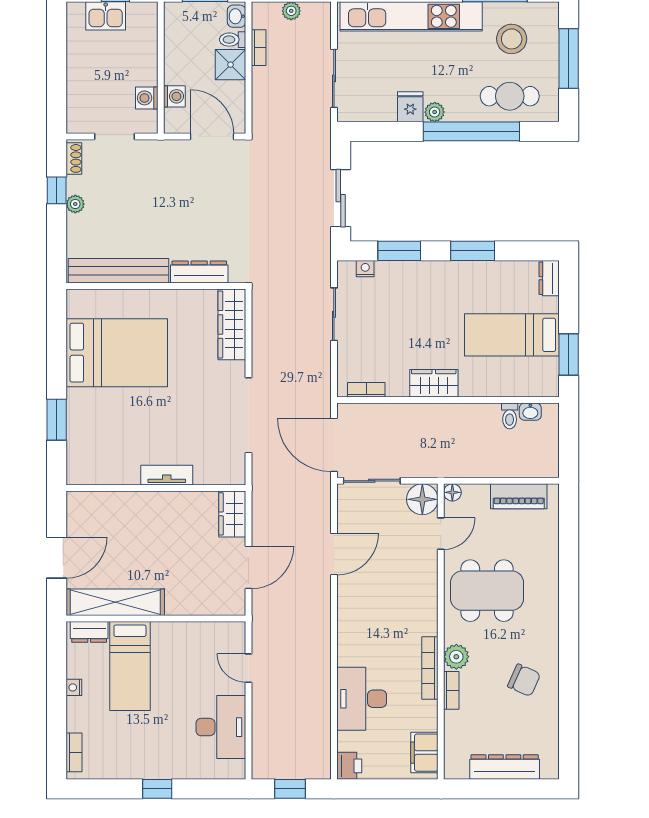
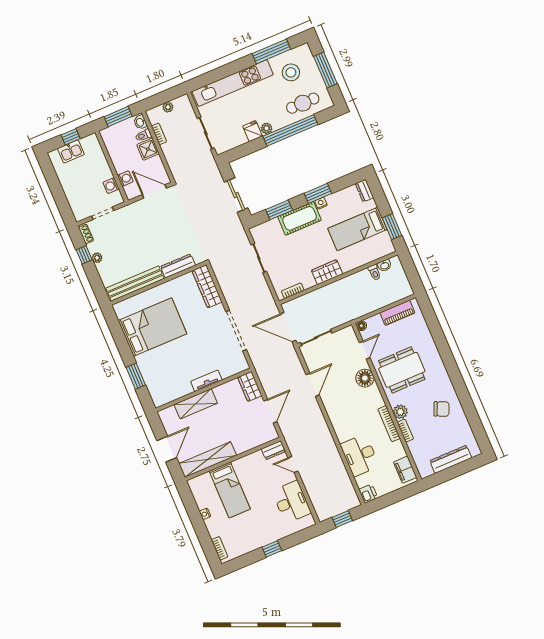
nightstand: (365, 269) -> (321, 203), moved
cot: (426, 279) -> (300, 218), added
floor lamp: (422, 499) -> (365, 378), moved
shelving: (134, 505) -> (196, 404), added
dresser: (89, 632) -> (273, 450), moved

